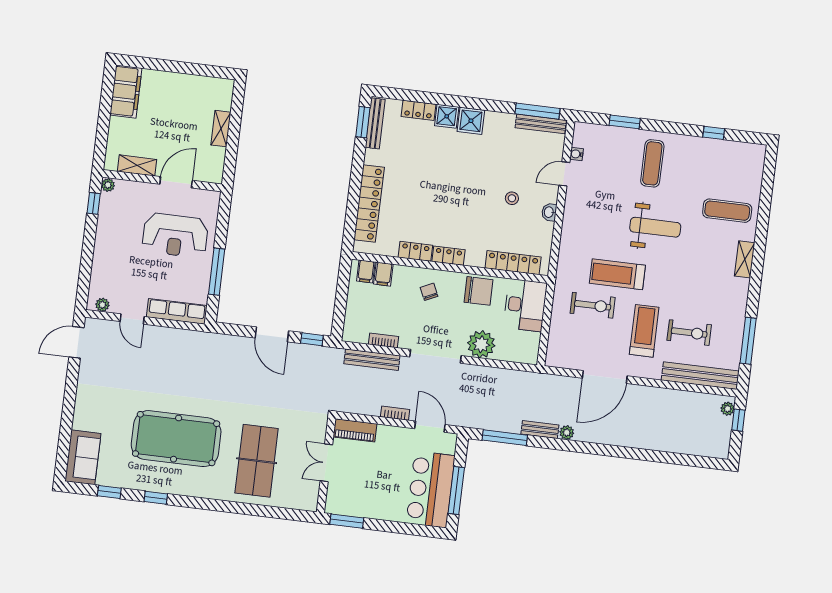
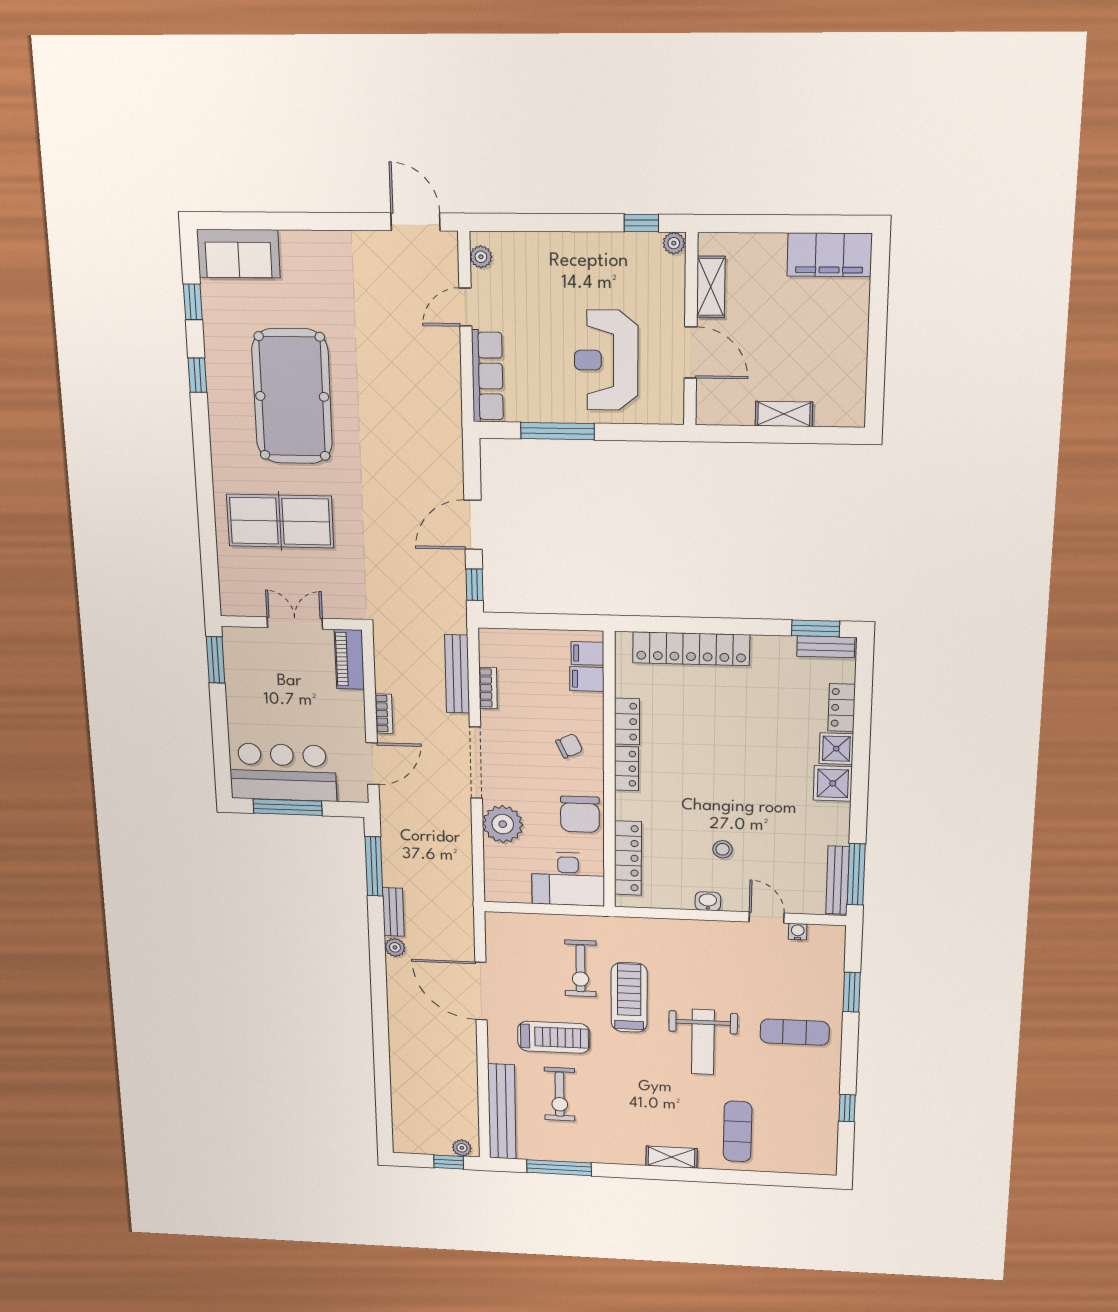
bench: (375, 123) -> (826, 647), width x0.73

